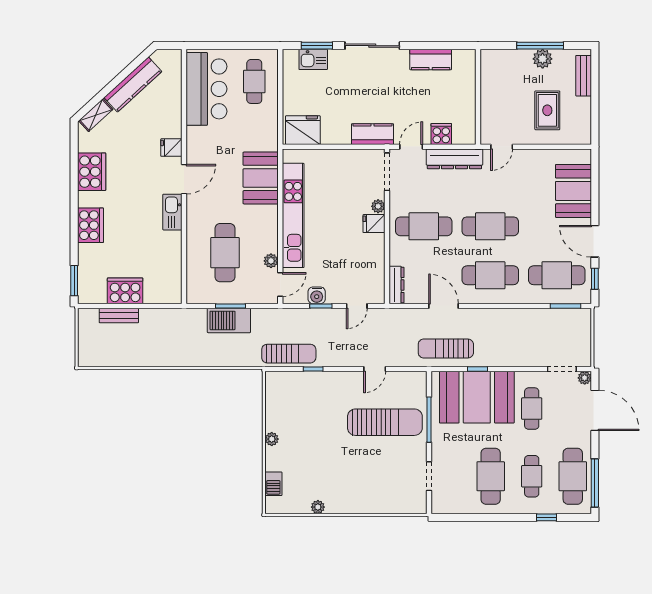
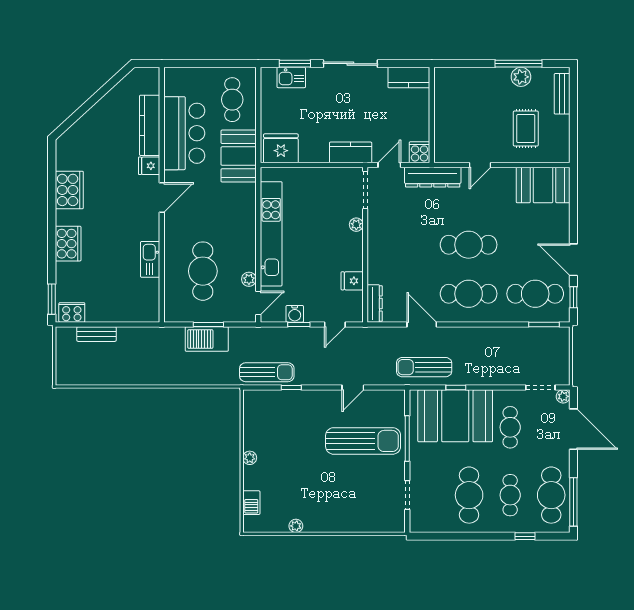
kitchen counter: (133, 84) -> (150, 125), moved, turned 133
bar counter: (206, 89) -> (184, 133), moved
wall: (478, 97) -> (432, 115), moved
shelving: (96, 115) -> (73, 133), removed
booth: (261, 178) -> (239, 156), moved
booth: (573, 191) -> (543, 185), moved, turned 90
kitchen sink: (172, 212) -> (150, 259), moved
fridge: (374, 224) -> (352, 281), moved
cafe table: (424, 226) -> (402, 245), removed
cooker: (125, 291) -> (72, 312), moved, width x0.73, depth x0.76

